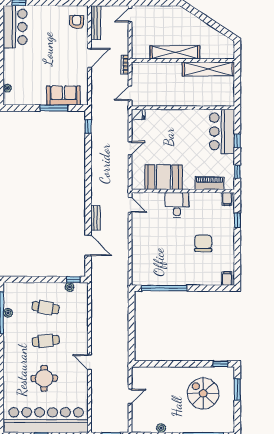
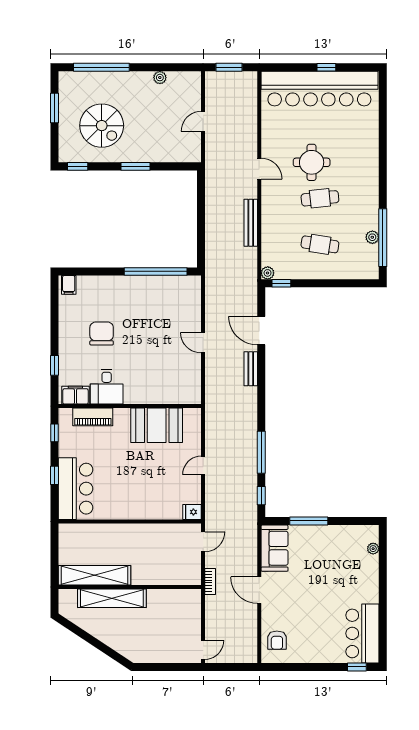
bench: (96, 23) -> (251, 223), moved
shelving: (175, 52) -> (112, 598), moved
door: (90, 58) -> (259, 590), hinge flipped
sofa: (63, 96) -> (274, 548), moved, turned -90
window: (88, 158) -> (261, 452), added
filing cabinet: (227, 199) -> (75, 395), width x2.00
door: (130, 205) -> (203, 343), moved
desk: (177, 205) -> (107, 387), moved
chair: (203, 243) -> (102, 334), turned 180
plant: (70, 287) -> (268, 273), moved
window: (179, 364) -> (135, 166), added
round table: (44, 378) -> (312, 162), moved
window: (237, 390) -> (54, 108), moved

